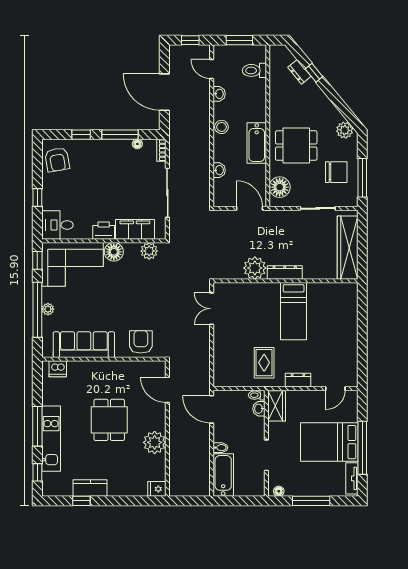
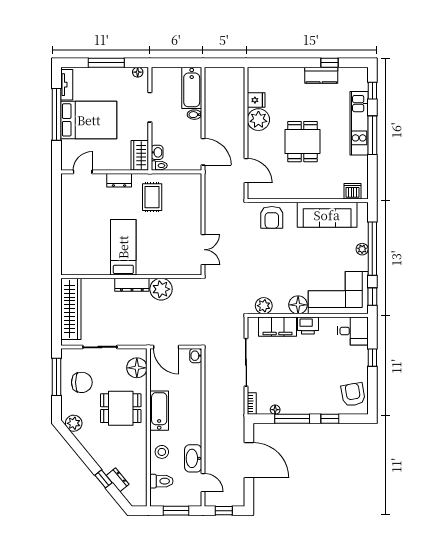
washbasin: (219, 94) -> (193, 458), width x1.91, depth x1.45
stool: (221, 127) -> (162, 452), moved
washbasin: (219, 170) -> (196, 356), moved
chair: (336, 172) -> (82, 382), turned 180
fridge: (157, 489) -> (256, 100), moved

